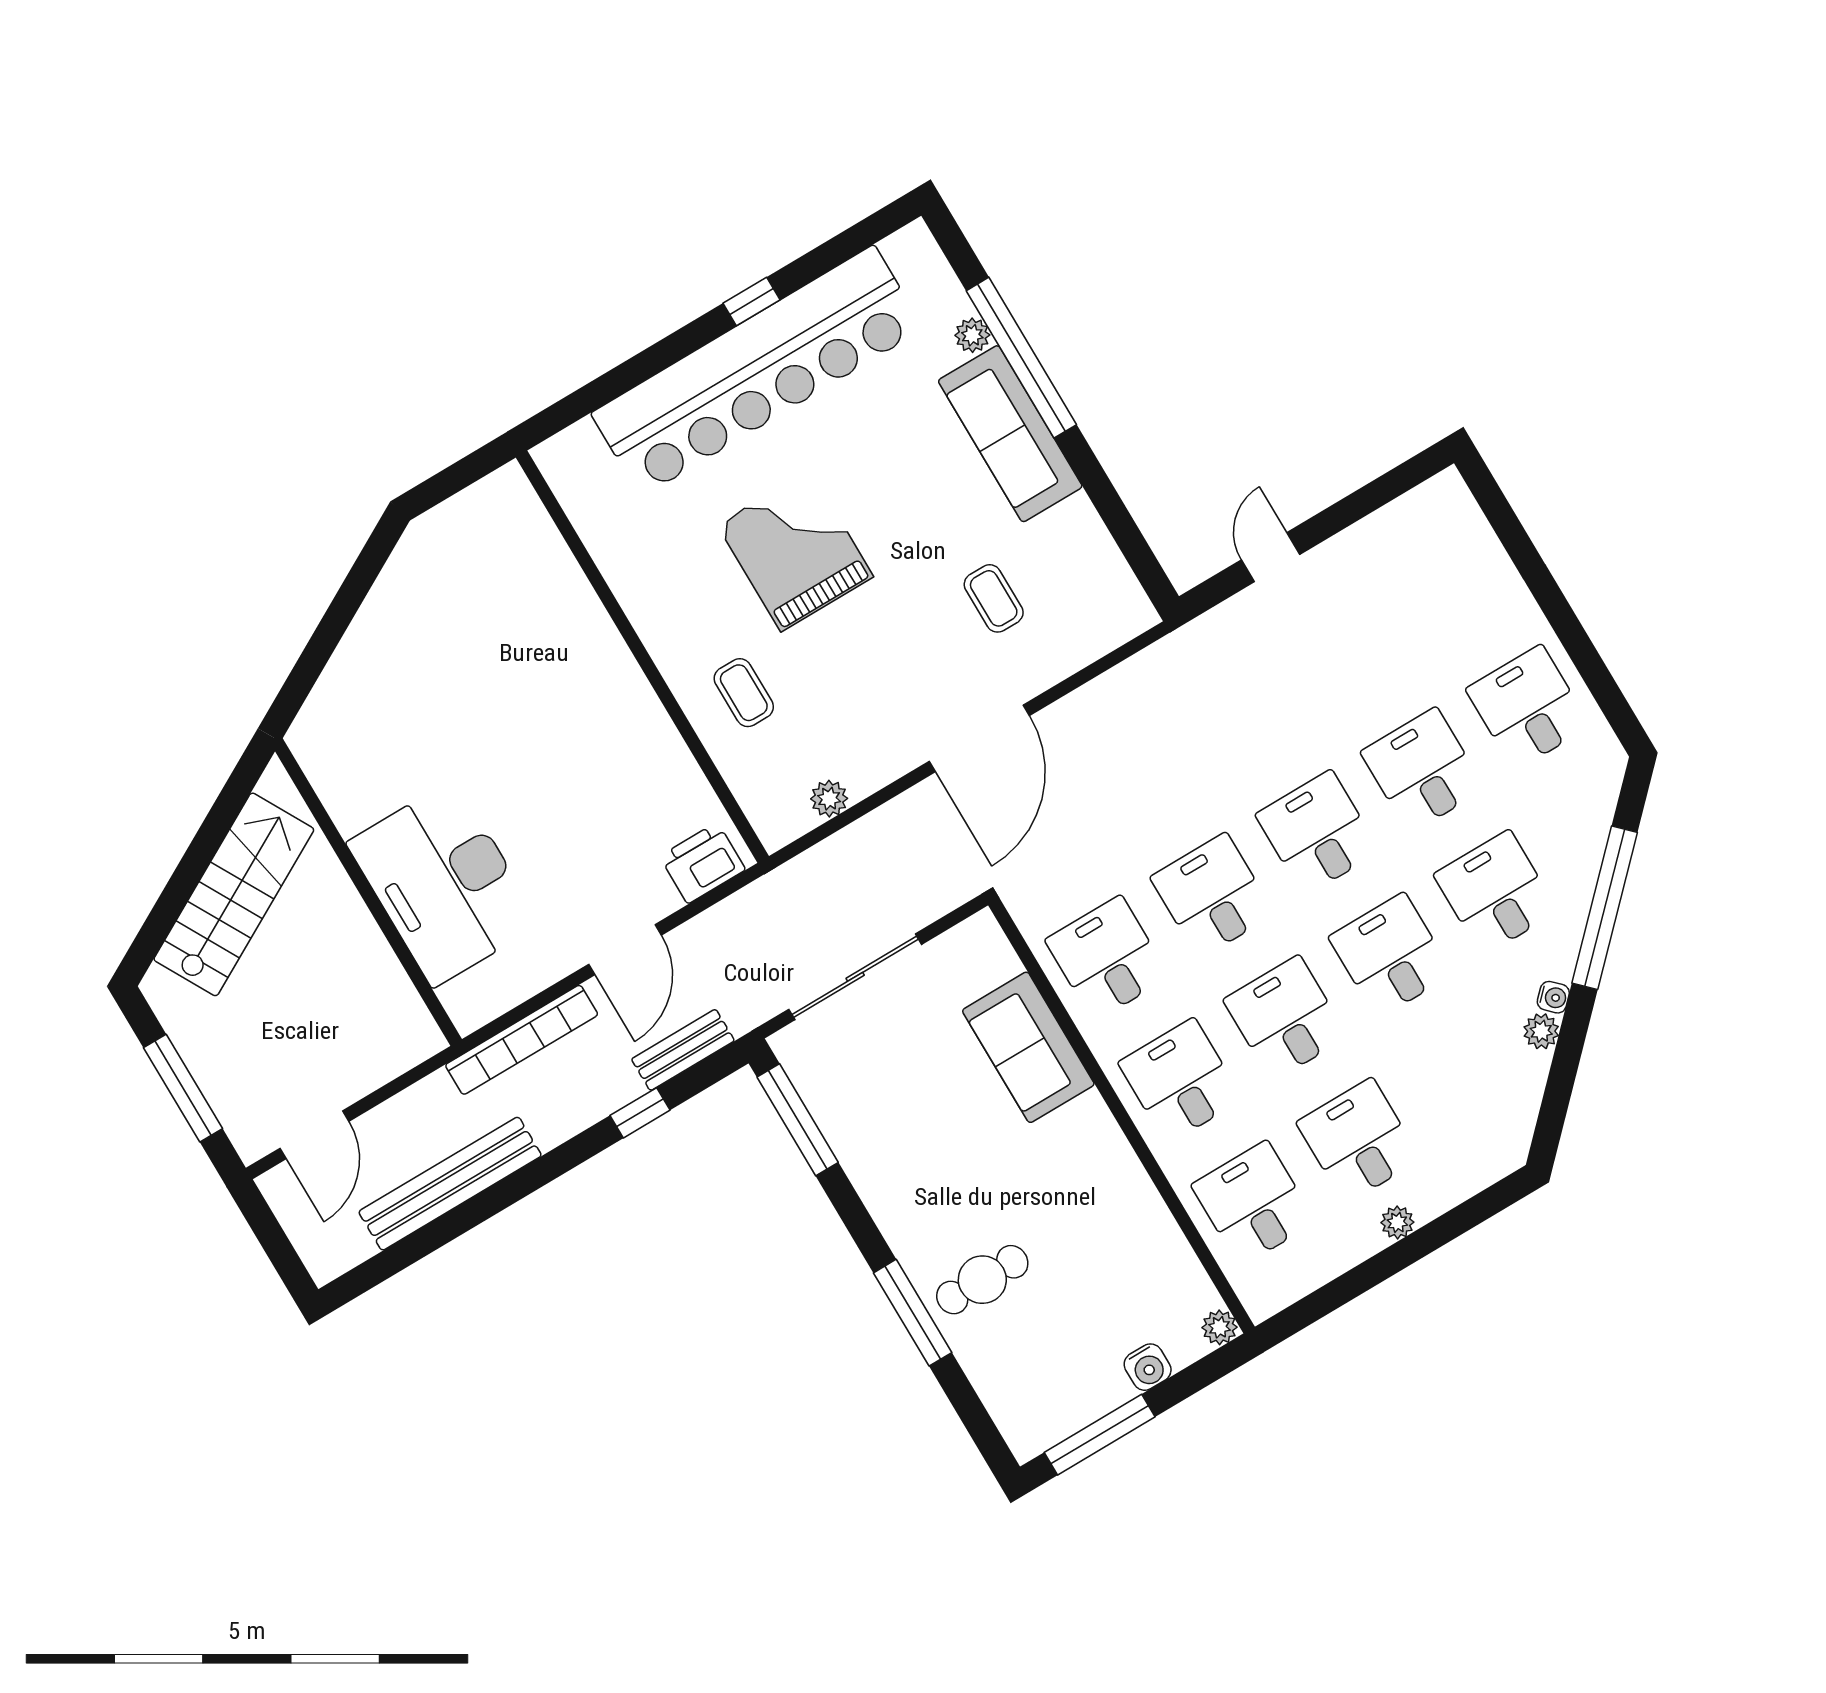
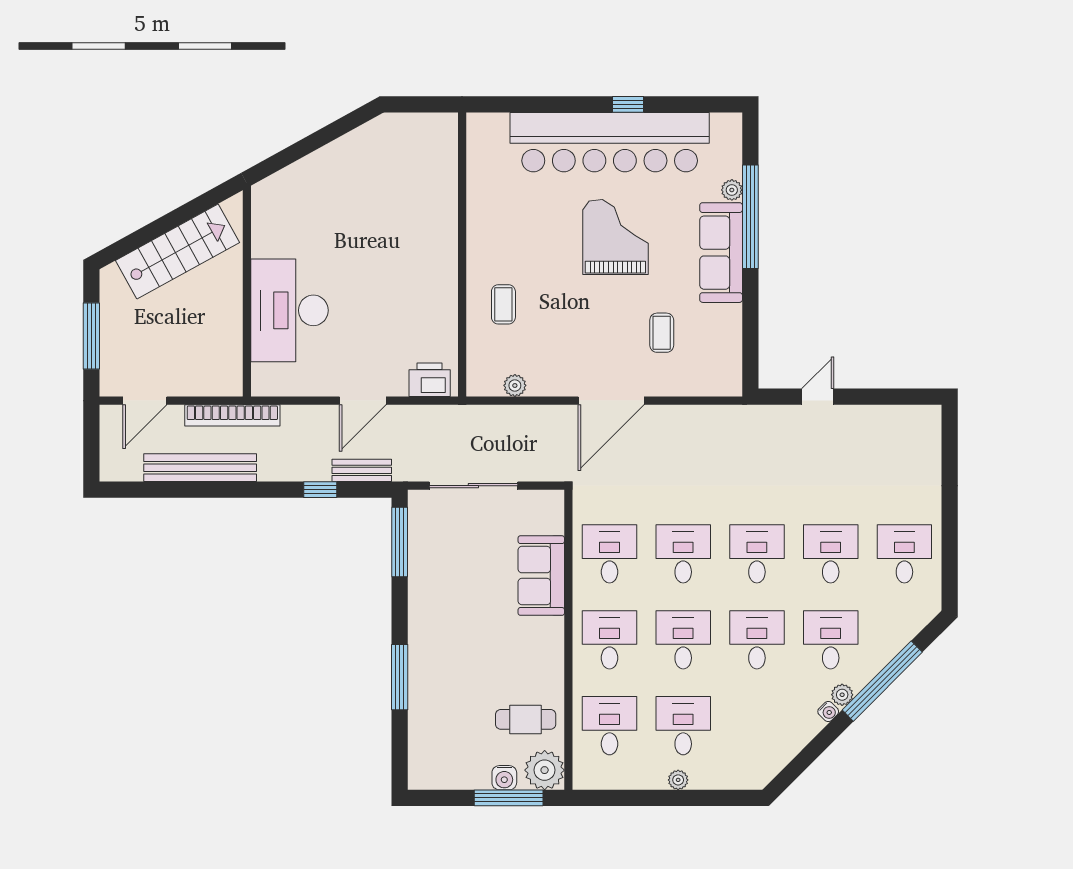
grand piano: (795, 551) -> (615, 237), moved
plant: (1541, 1031) -> (842, 695), moved
bookcase: (522, 1040) -> (232, 415), moved
cafe table: (982, 1280) -> (526, 719), moved
plant: (1219, 1327) -> (545, 770), width x1.88, depth x1.88
window: (1100, 1435) -> (509, 798), moved

